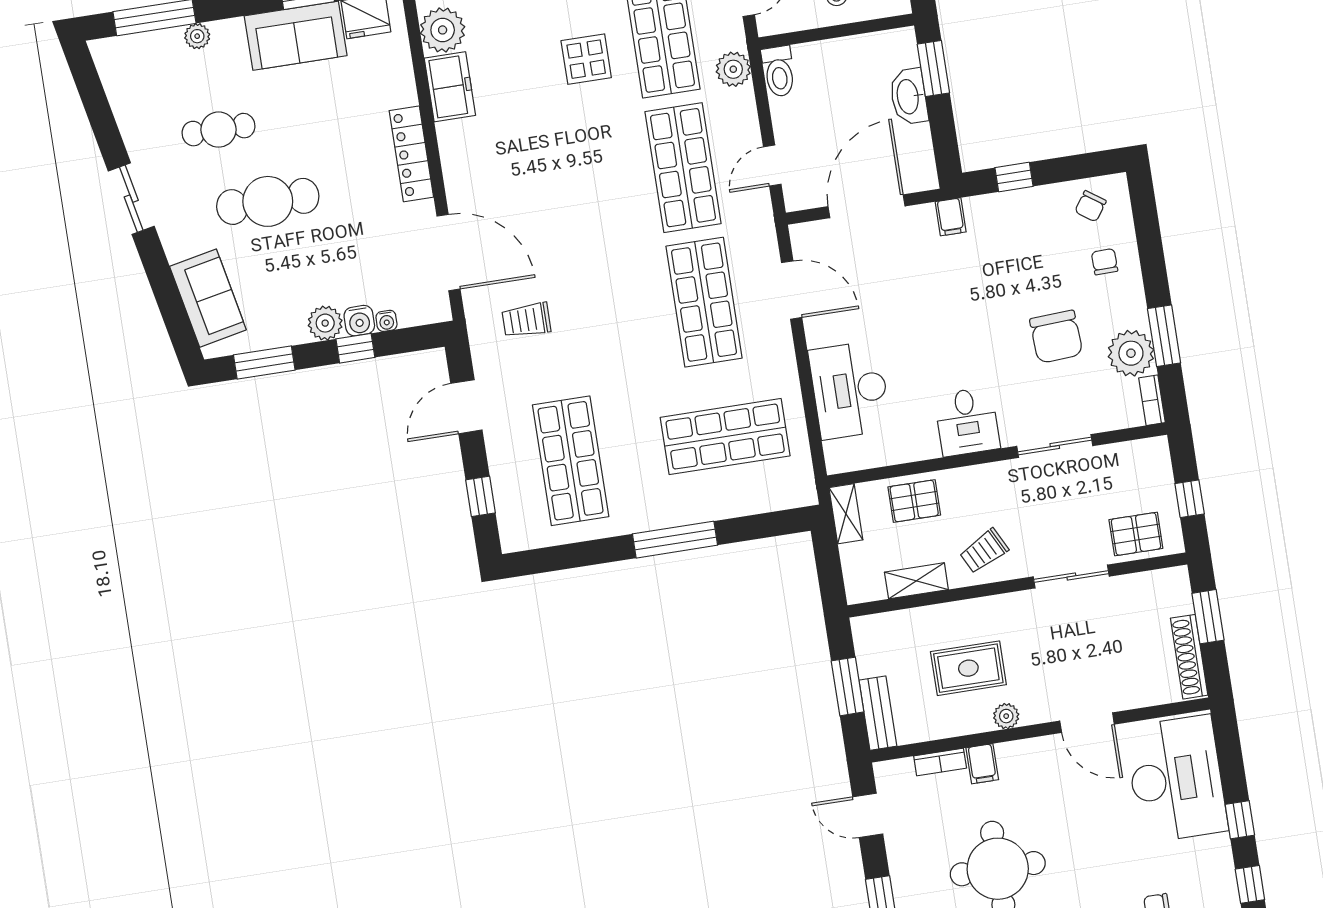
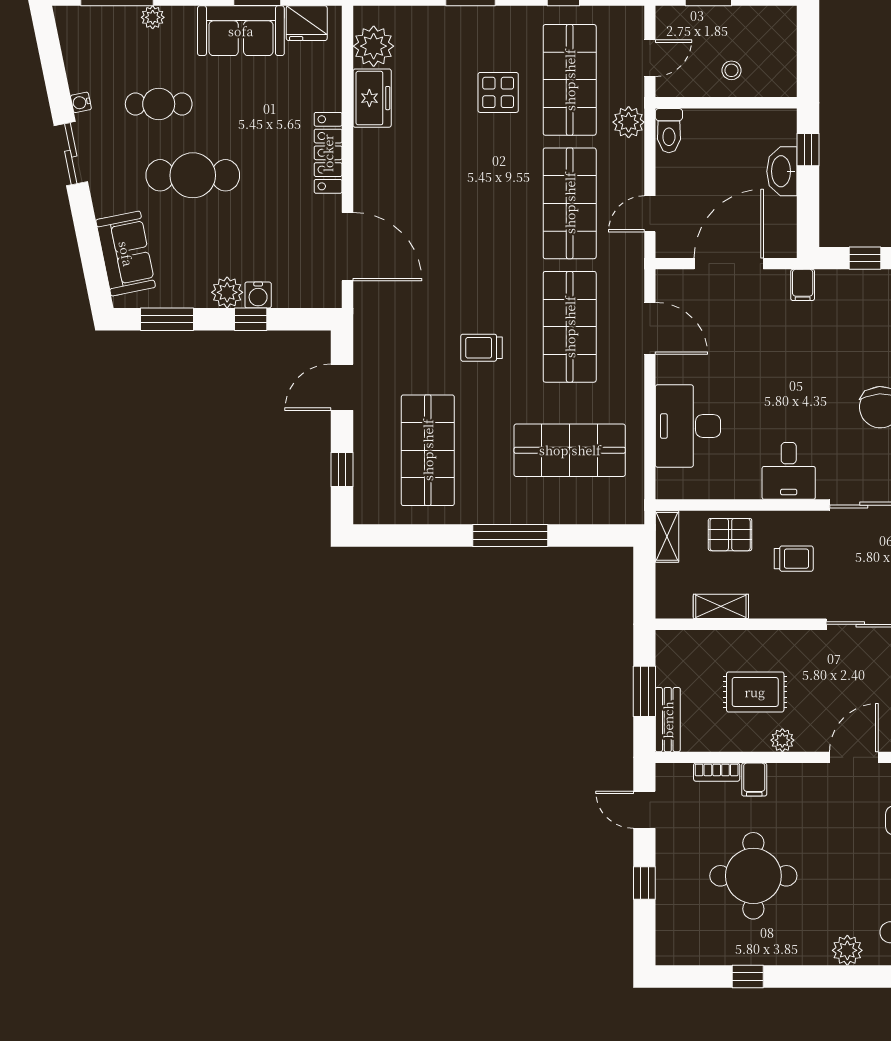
window: (933, 69) -> (808, 150), width x0.67
trolley: (526, 320) -> (482, 348), moved
water cooler: (386, 321) -> (81, 102), moved, turned 78
trolley: (984, 551) -> (794, 559), moved, turned -153
door: (1087, 723) -> (854, 757), swing flipped

